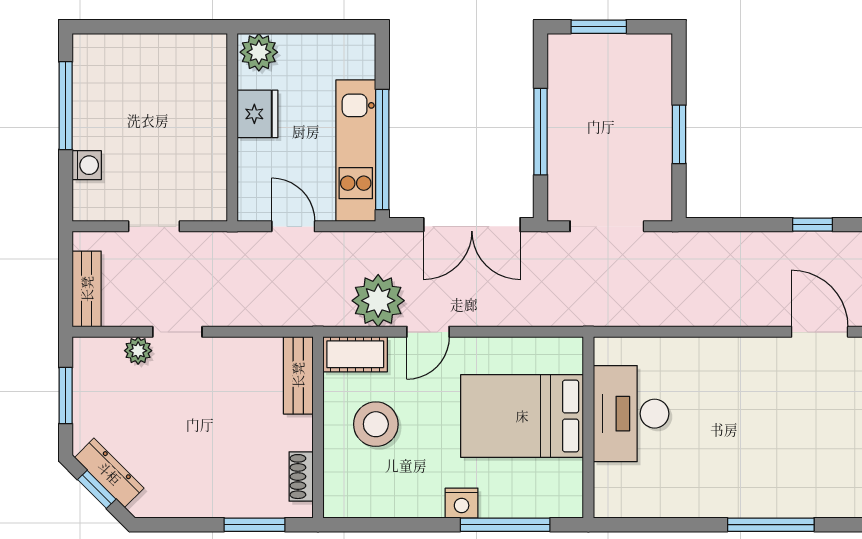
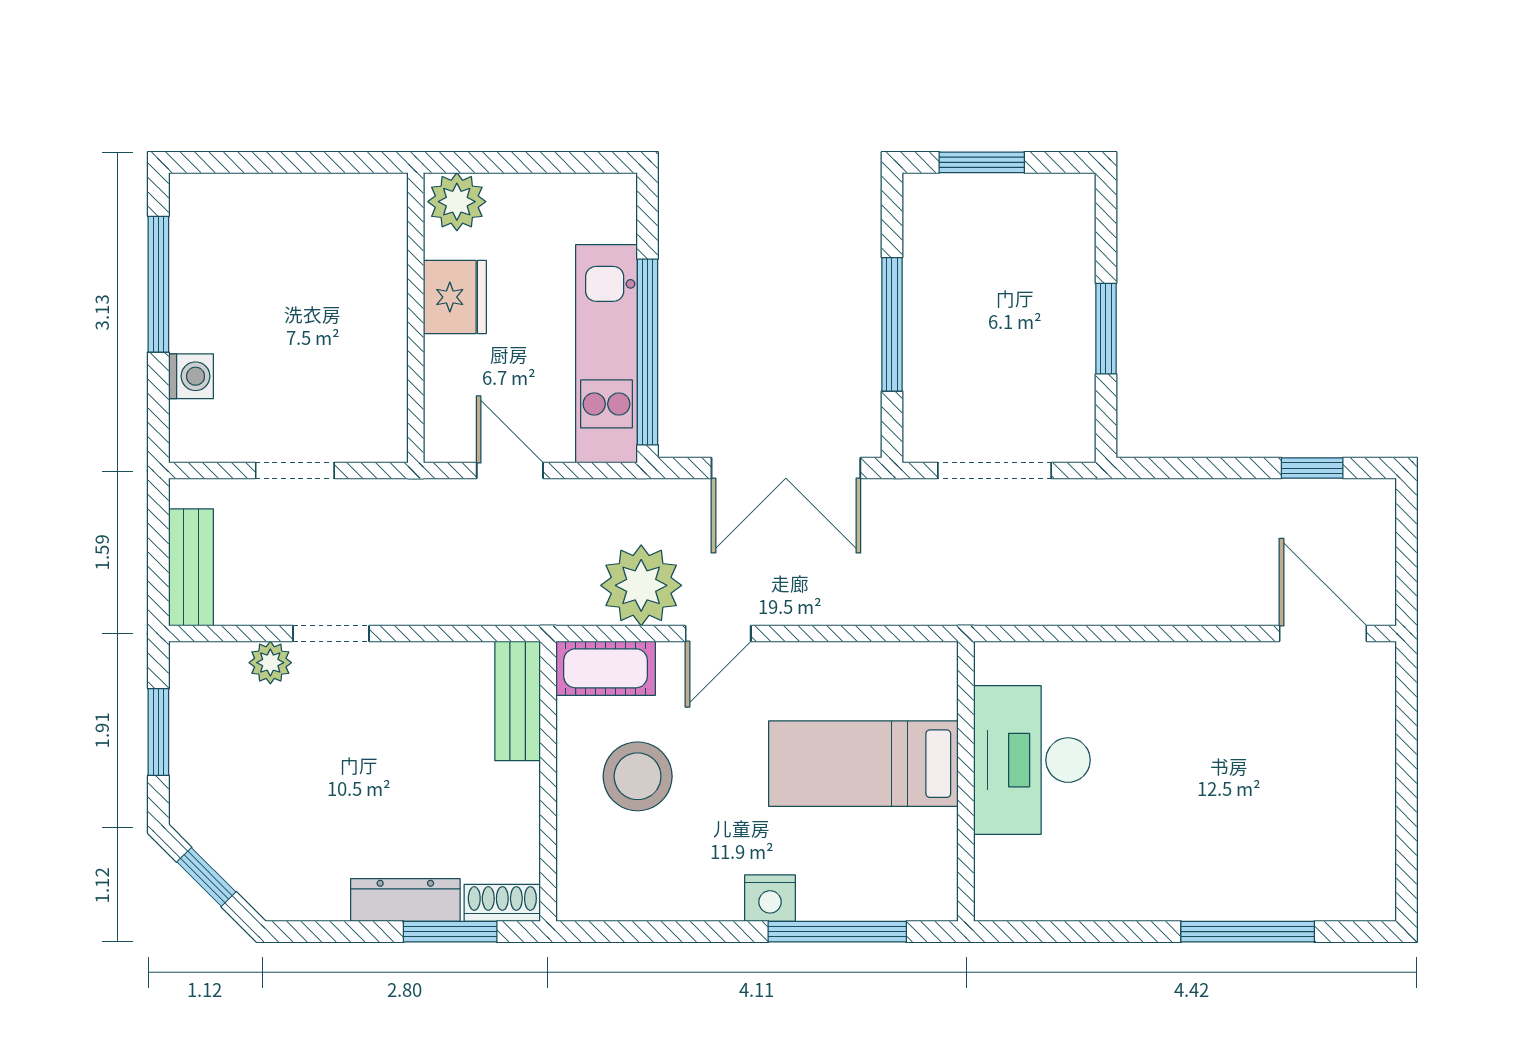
bed: (522, 416) -> (863, 764), width x0.67
dresser: (109, 473) -> (405, 900), moved, turned -45
shoe rack: (301, 477) -> (502, 903), moved, turned 90

